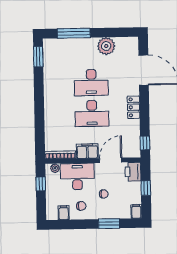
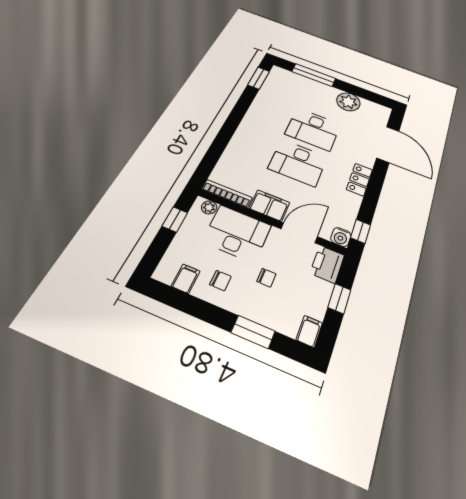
water cooler: (135, 152) -> (341, 237), added

